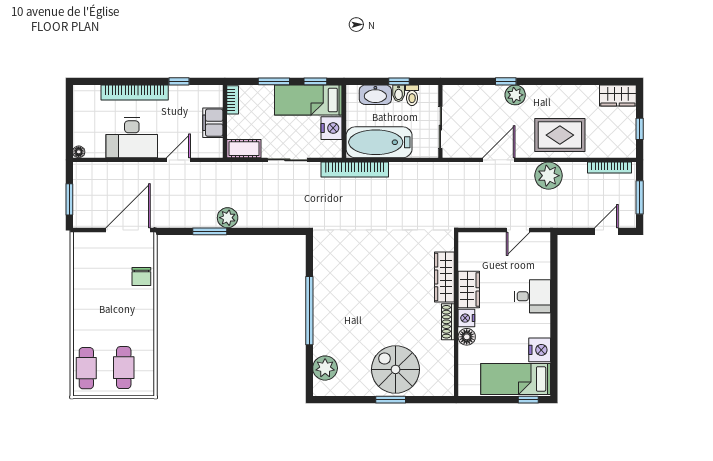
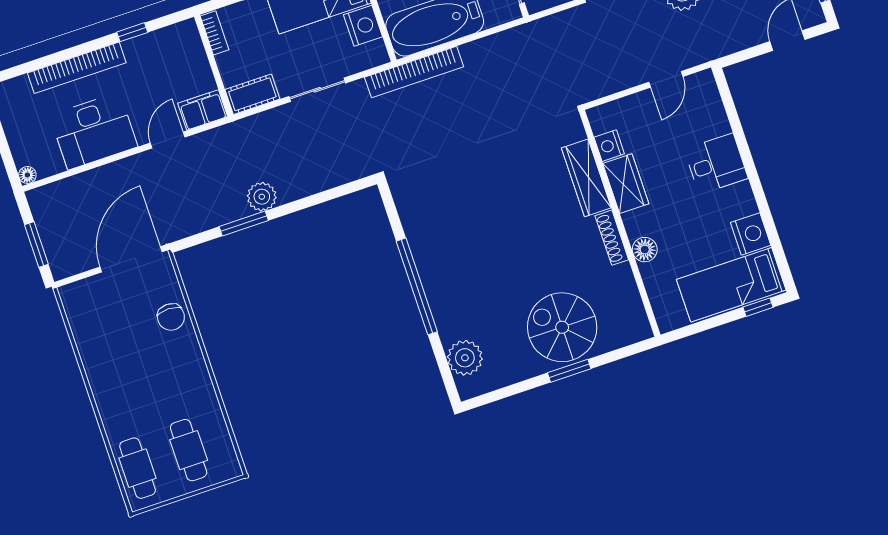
filing cabinet: (213, 123) -> (203, 110), moved, turned 90
nightstand: (466, 318) -> (609, 146), moved

